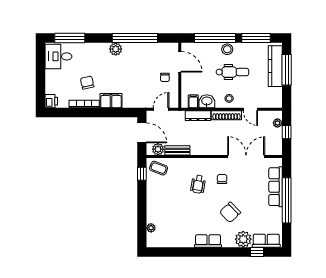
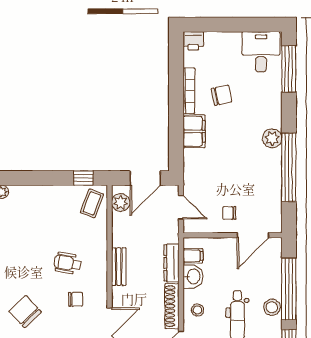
bench: (177, 150) -> (119, 267), moved

